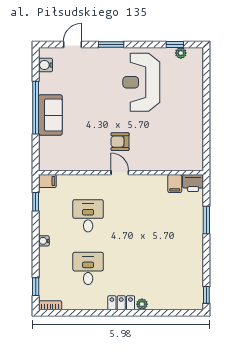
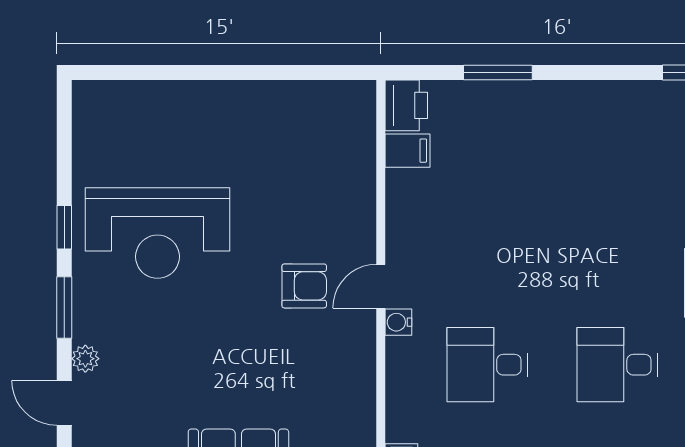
window: (175, 44) -> (64, 227), moved
plant: (181, 53) -> (85, 359), moved
armchair: (120, 142) -> (304, 286), turned -90
water cooler: (105, 180) -> (398, 322), added

